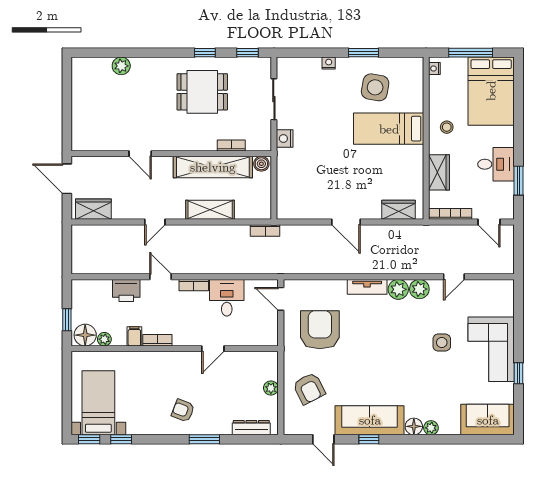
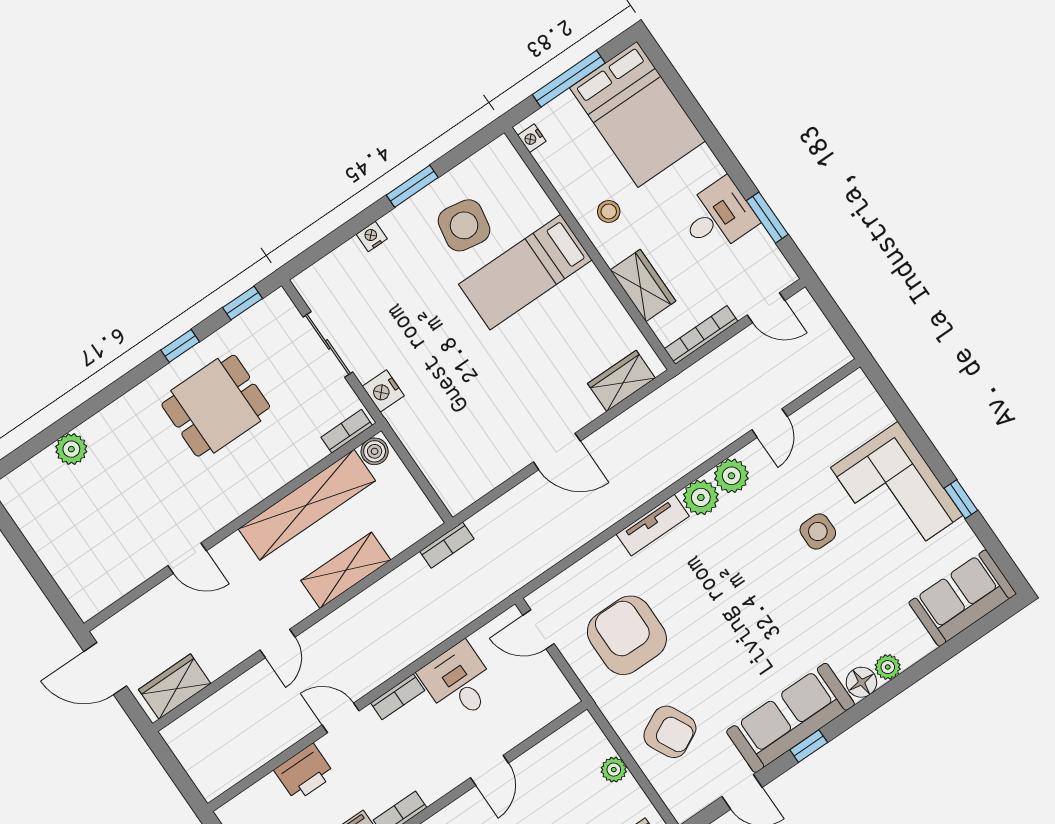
bookcase: (231, 145) -> (347, 431), moved

